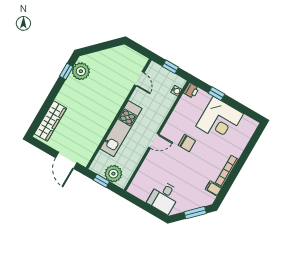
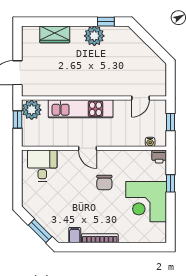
plant: (81, 71) -> (94, 36), moved
wardrobe: (50, 121) -> (55, 34), width x0.67
plant: (113, 174) -> (32, 110), moved
desk: (164, 197) -> (42, 166), moved, turned 90

